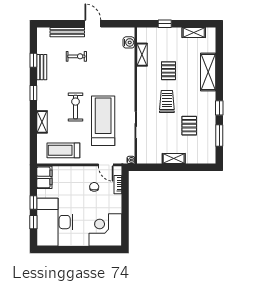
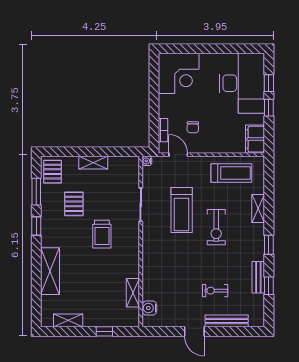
pallet: (168, 71) -> (52, 172), moved
treadmill: (103, 121) -> (182, 210), width x0.73, depth x0.73

